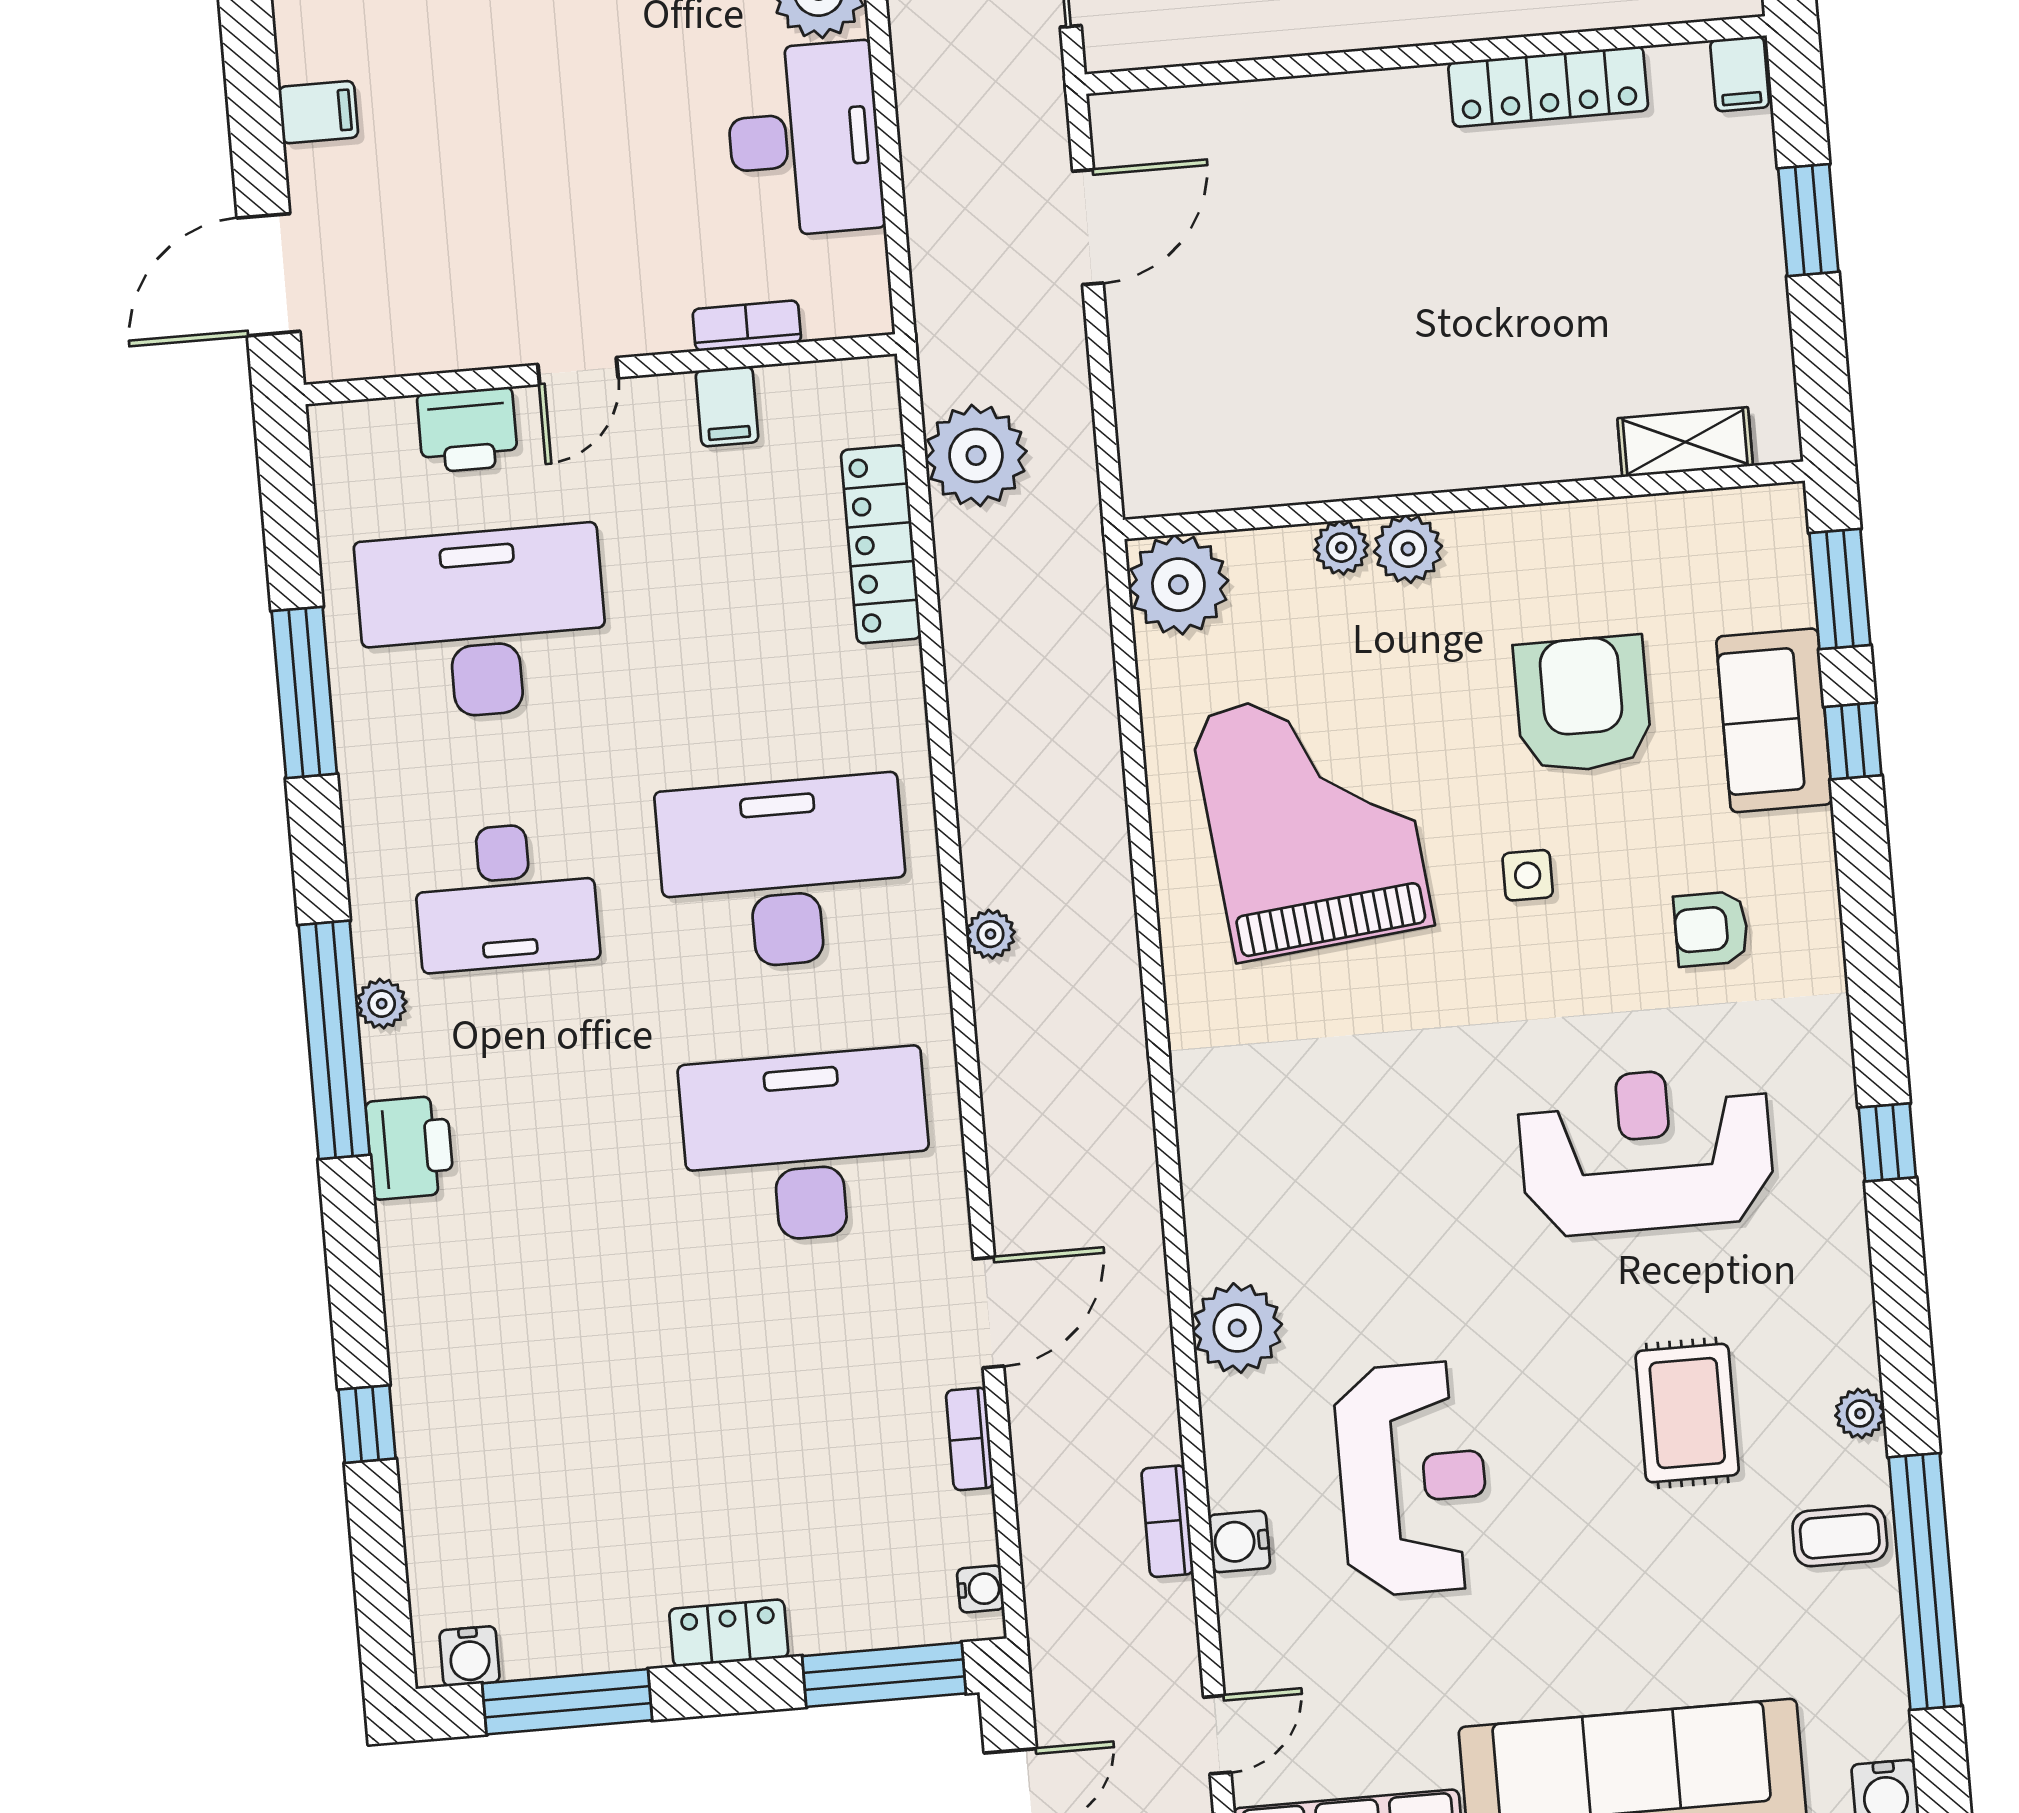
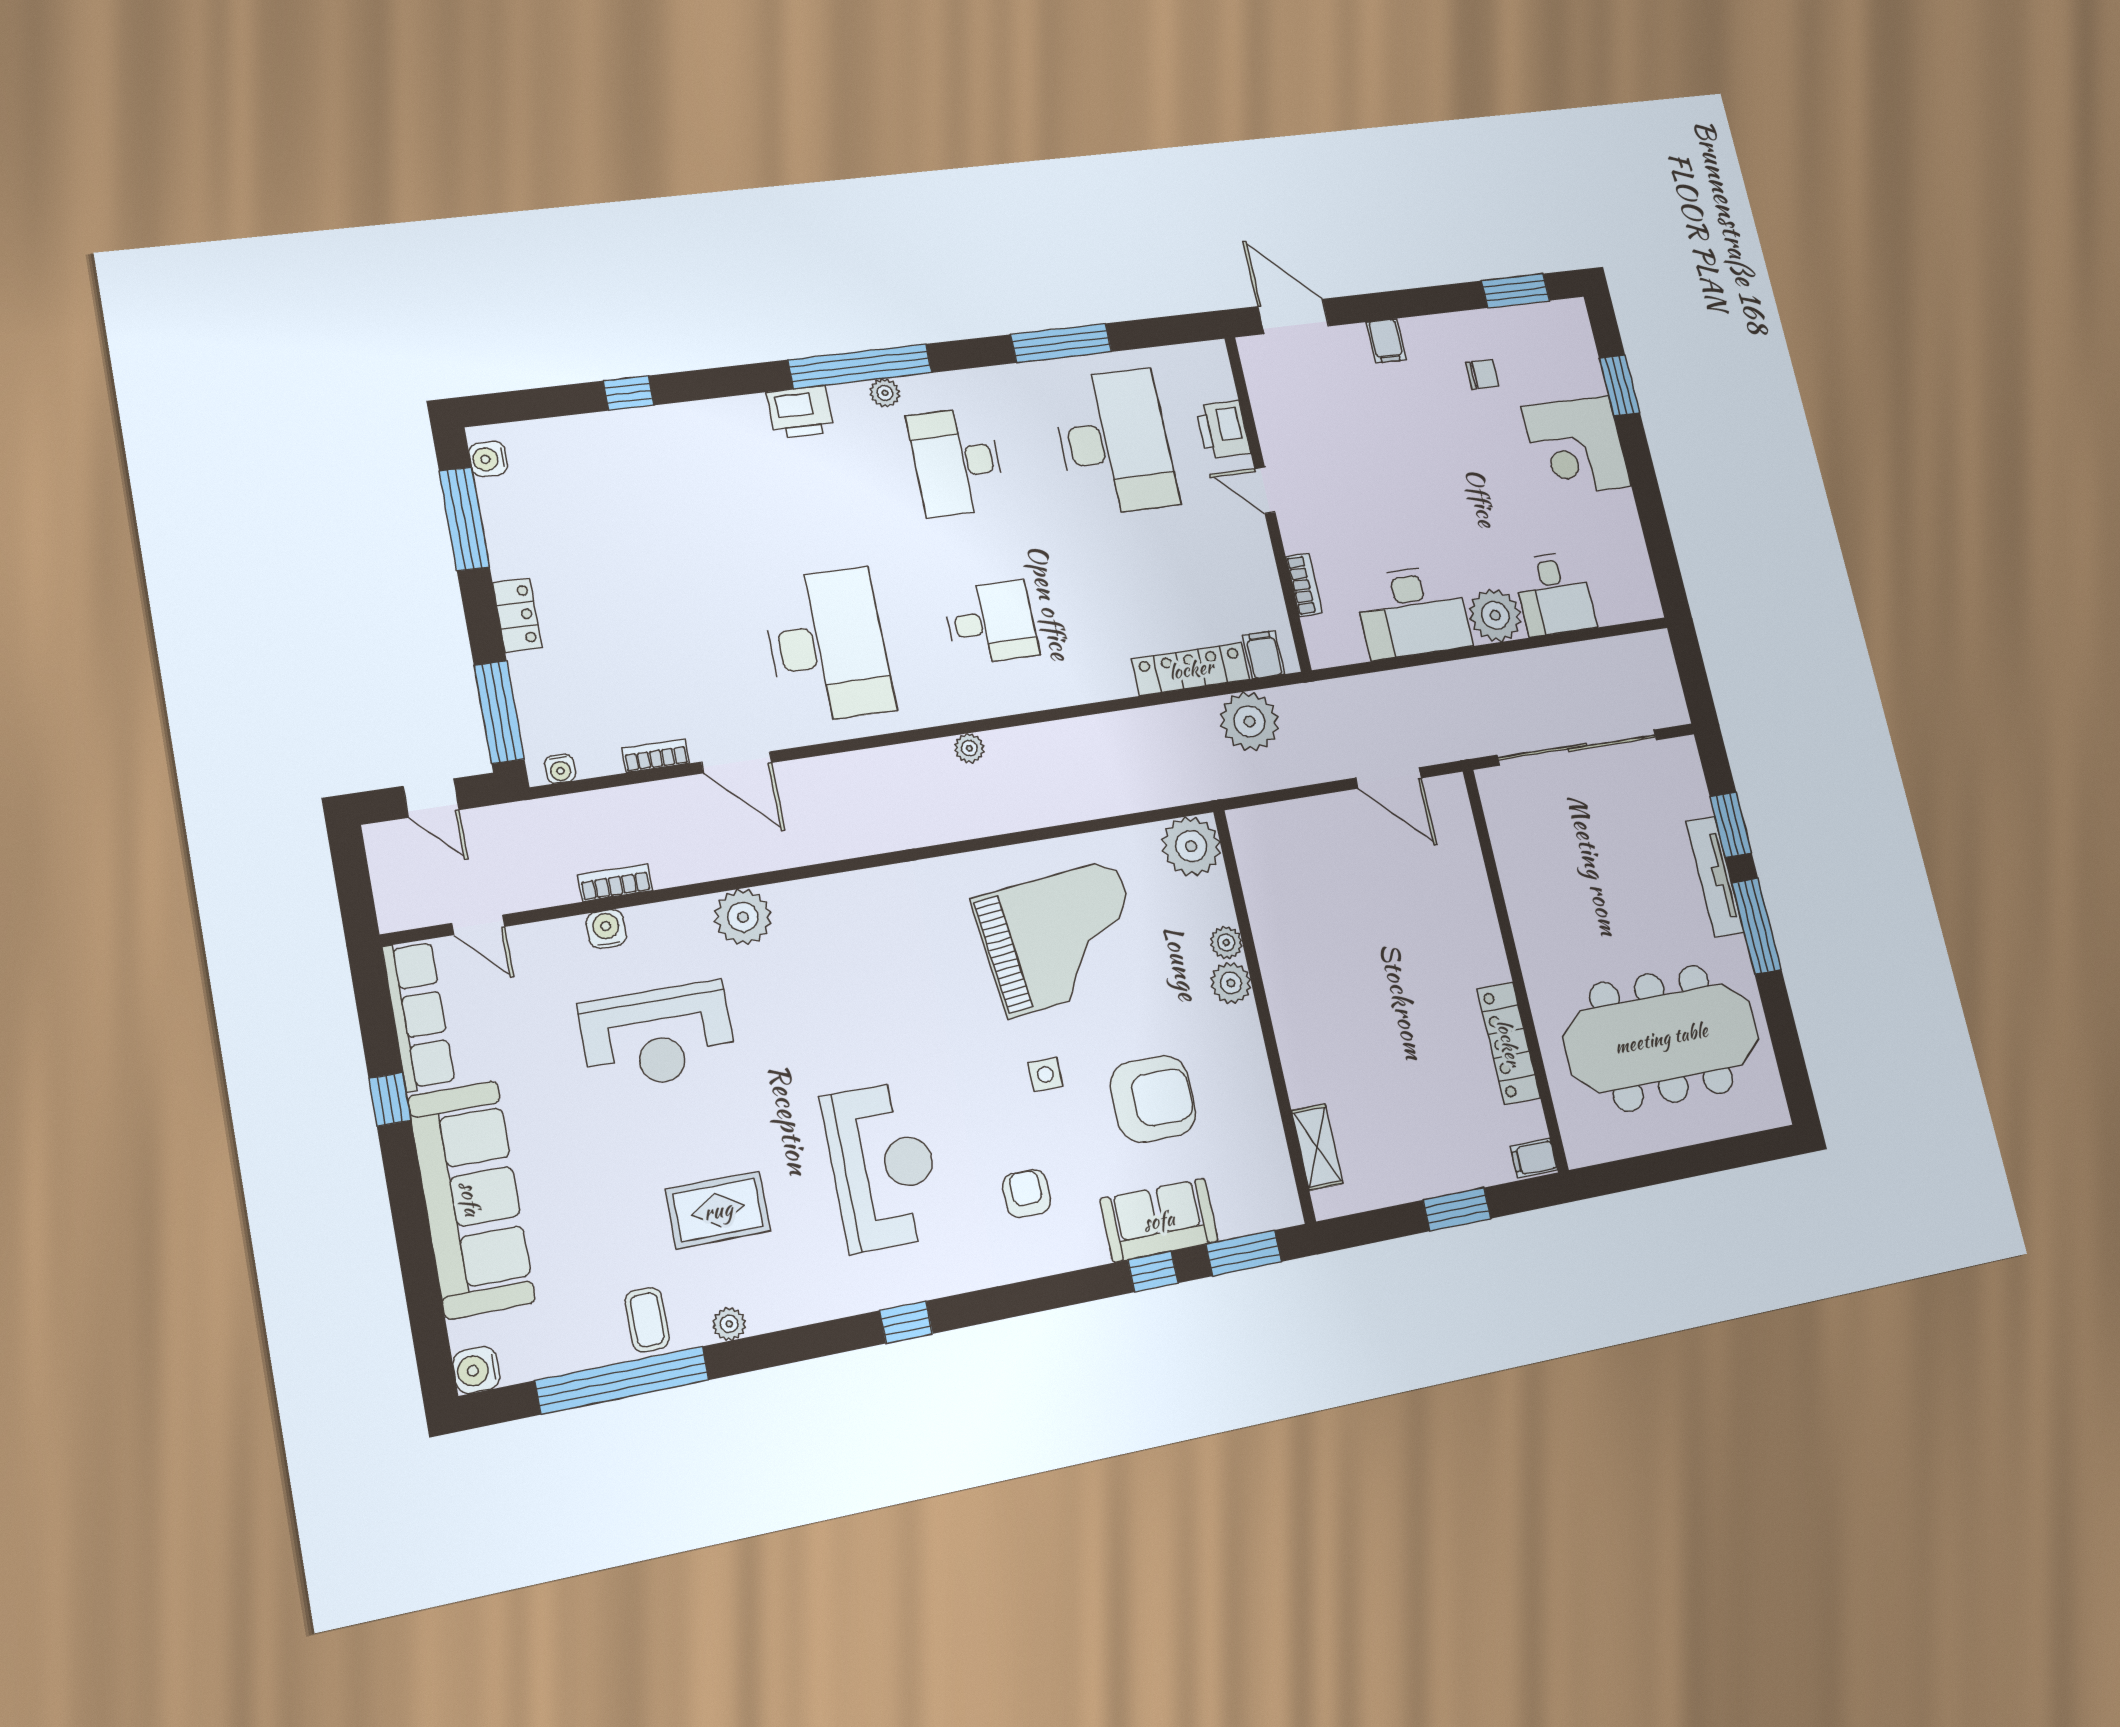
filing cabinet: (727, 406) -> (1264, 655), moved, turned 90
desk: (783, 873) -> (991, 623), width x0.53, depth x0.77

